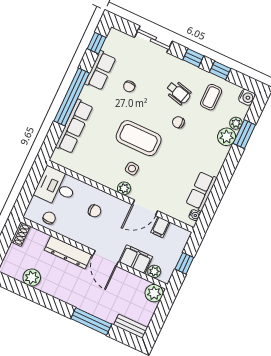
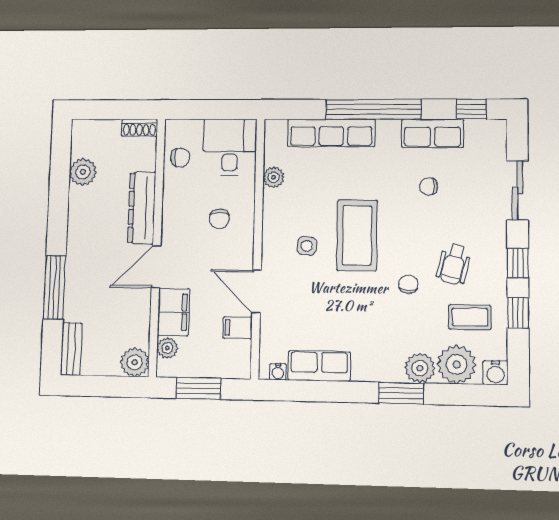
plant: (236, 123) -> (457, 364), width x1.87, depth x1.87
window: (244, 134) -> (401, 393), moved
plant: (124, 188) -> (274, 177), moved
window: (184, 263) -> (198, 388), width x1.50

